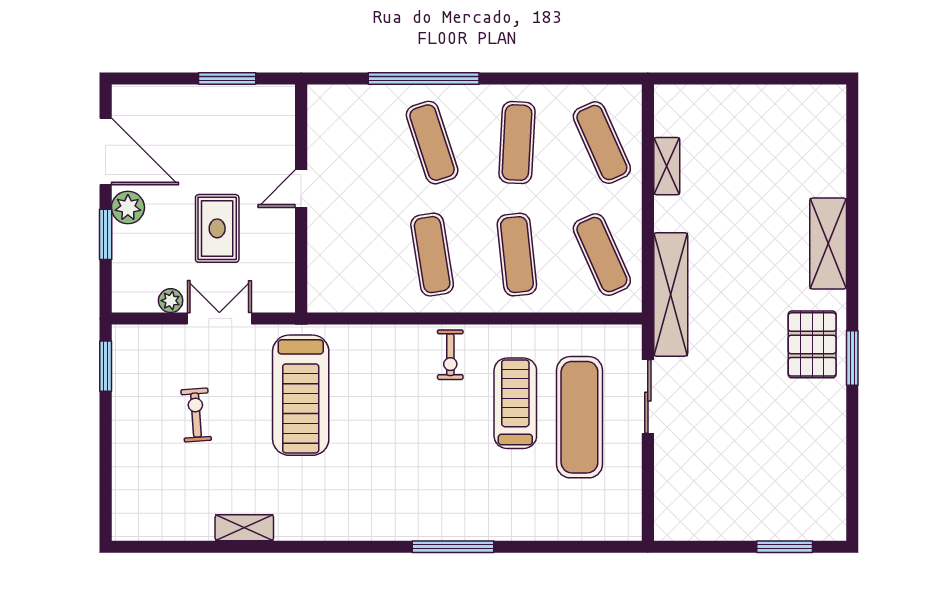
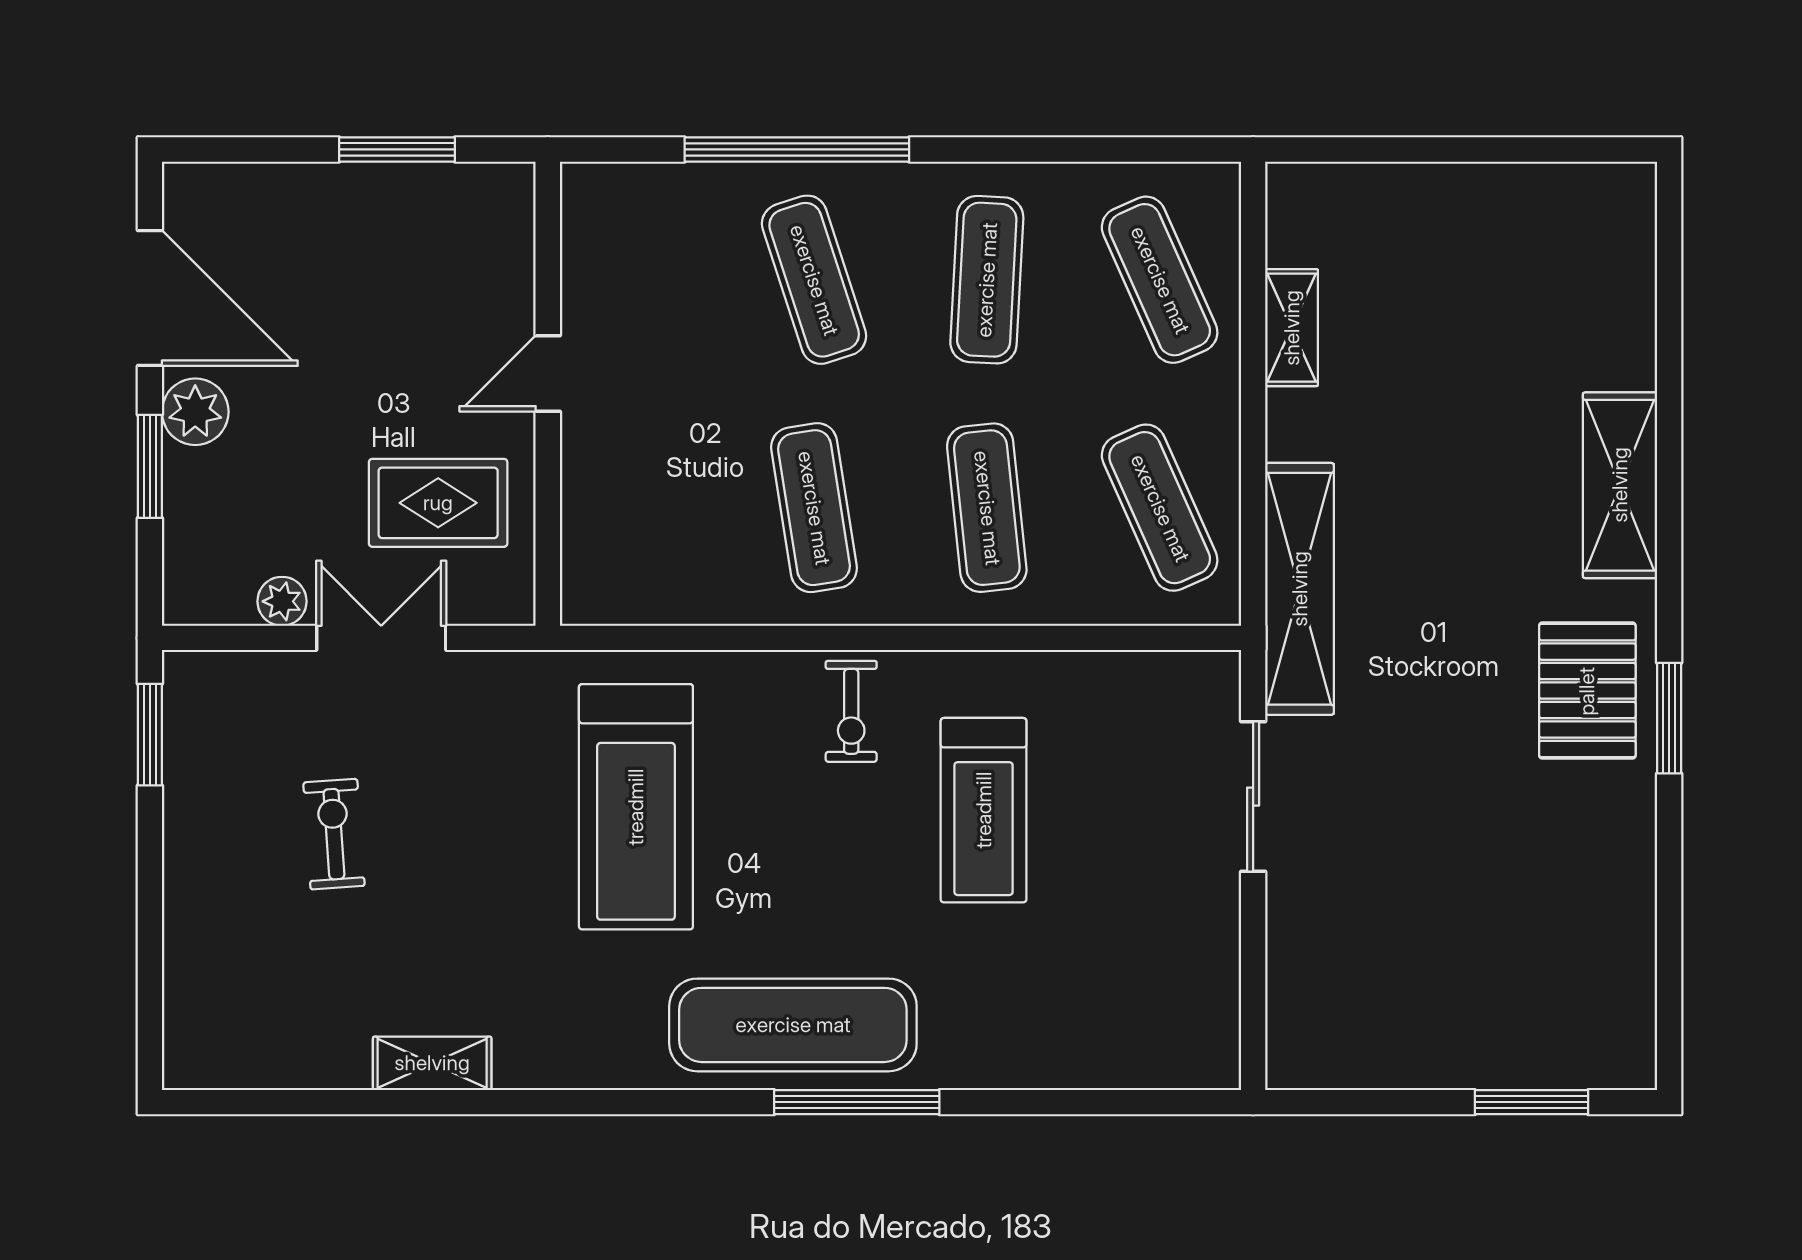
rug: (217, 228) -> (438, 503), moved, turned 90
treadmill: (301, 395) -> (636, 807), moved
treadmill: (515, 403) -> (984, 810), turned 180
exercise mat: (579, 417) -> (793, 1025), moved, turned 90

